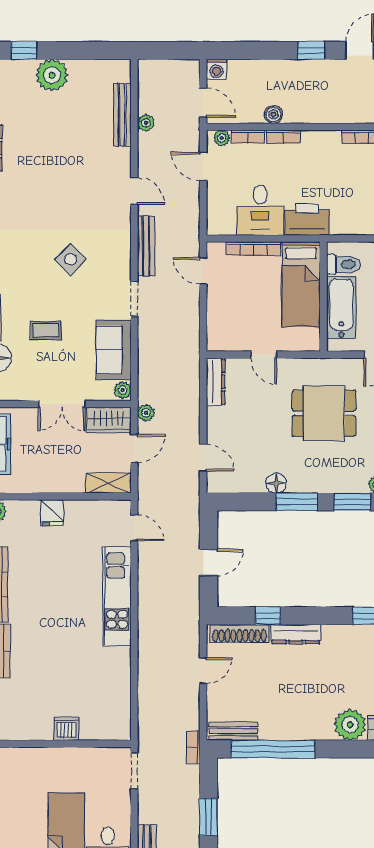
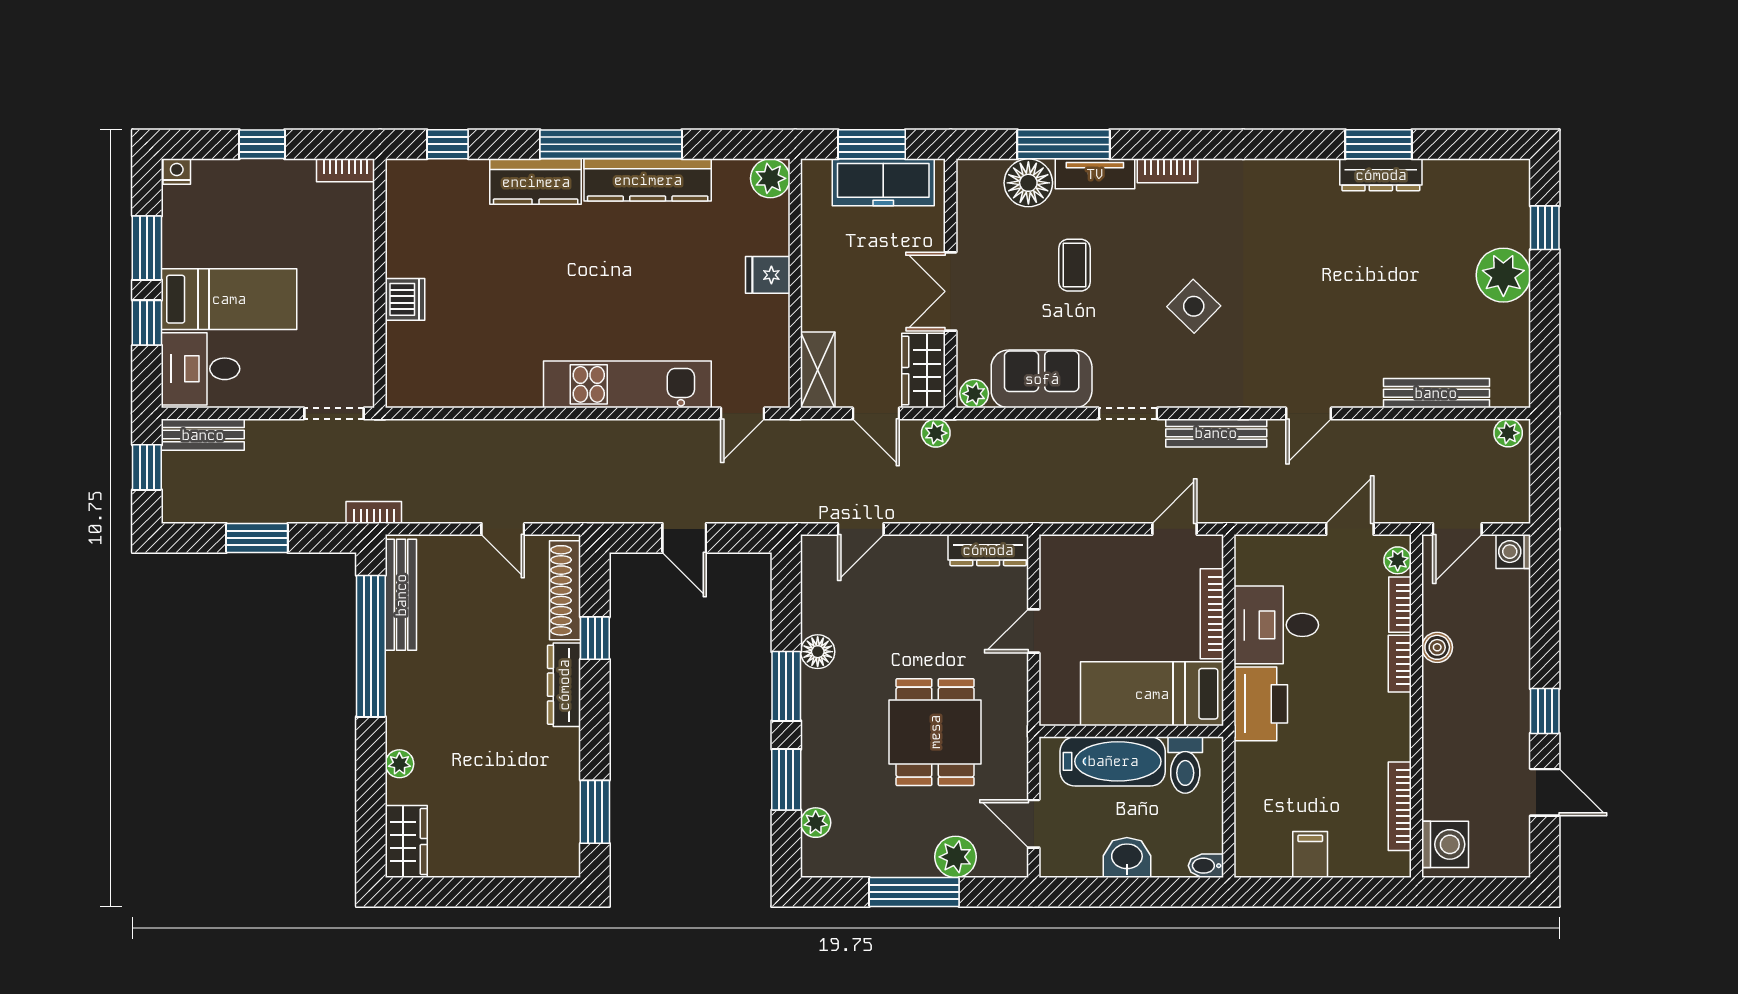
plant: (146, 123) -> (1508, 433), moved
plant: (350, 725) -> (399, 764), width x0.53, depth x0.53
bench: (233, 731) -> (401, 595), width x1.36

